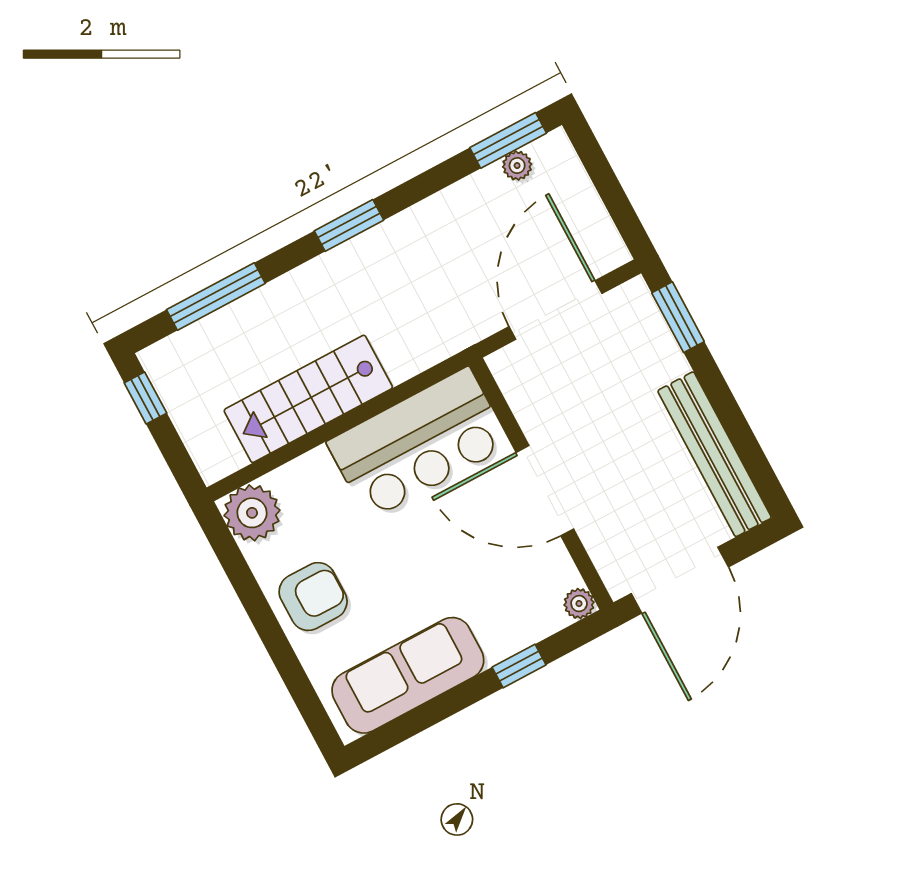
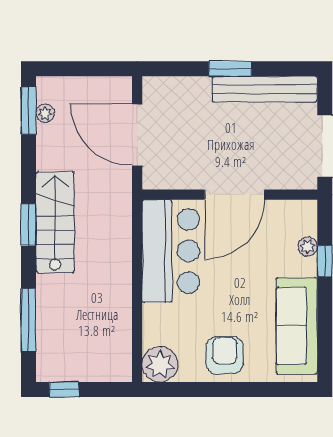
window: (678, 317) -> (230, 69), moved
stairs: (308, 399) -> (55, 222), moved, turned 180
plant: (579, 604) -> (308, 247), moved

